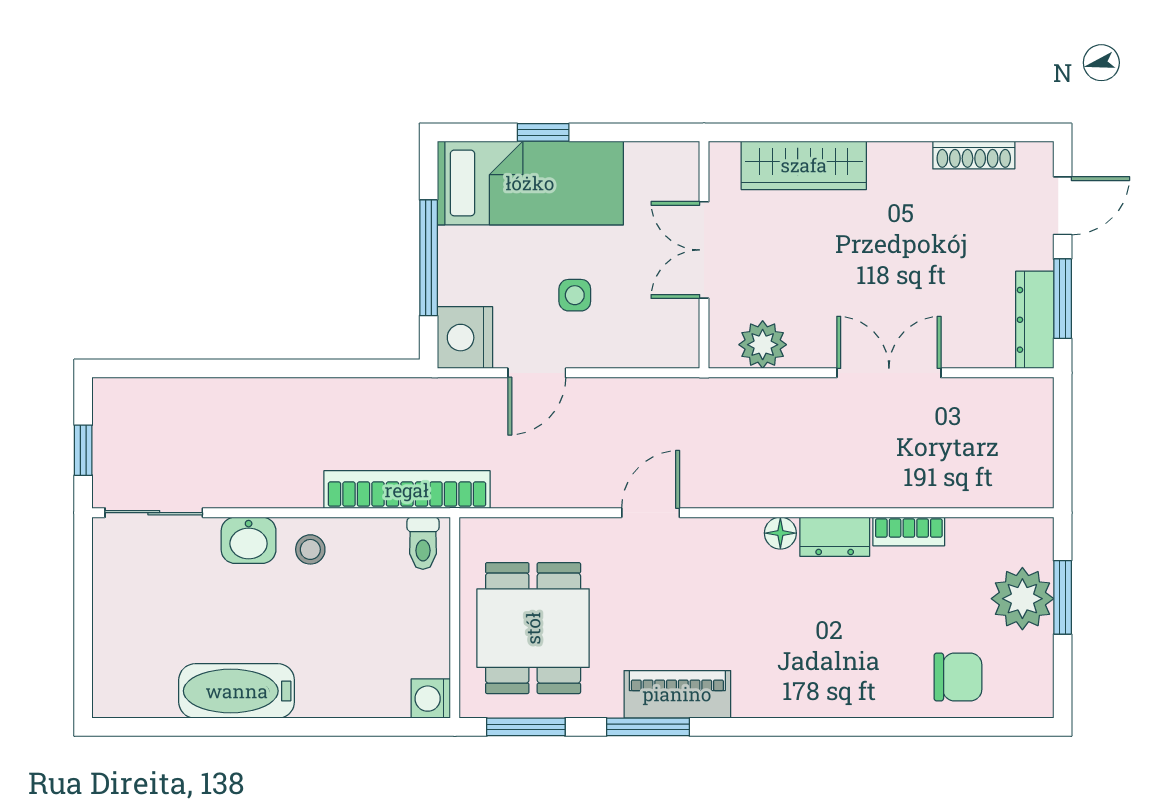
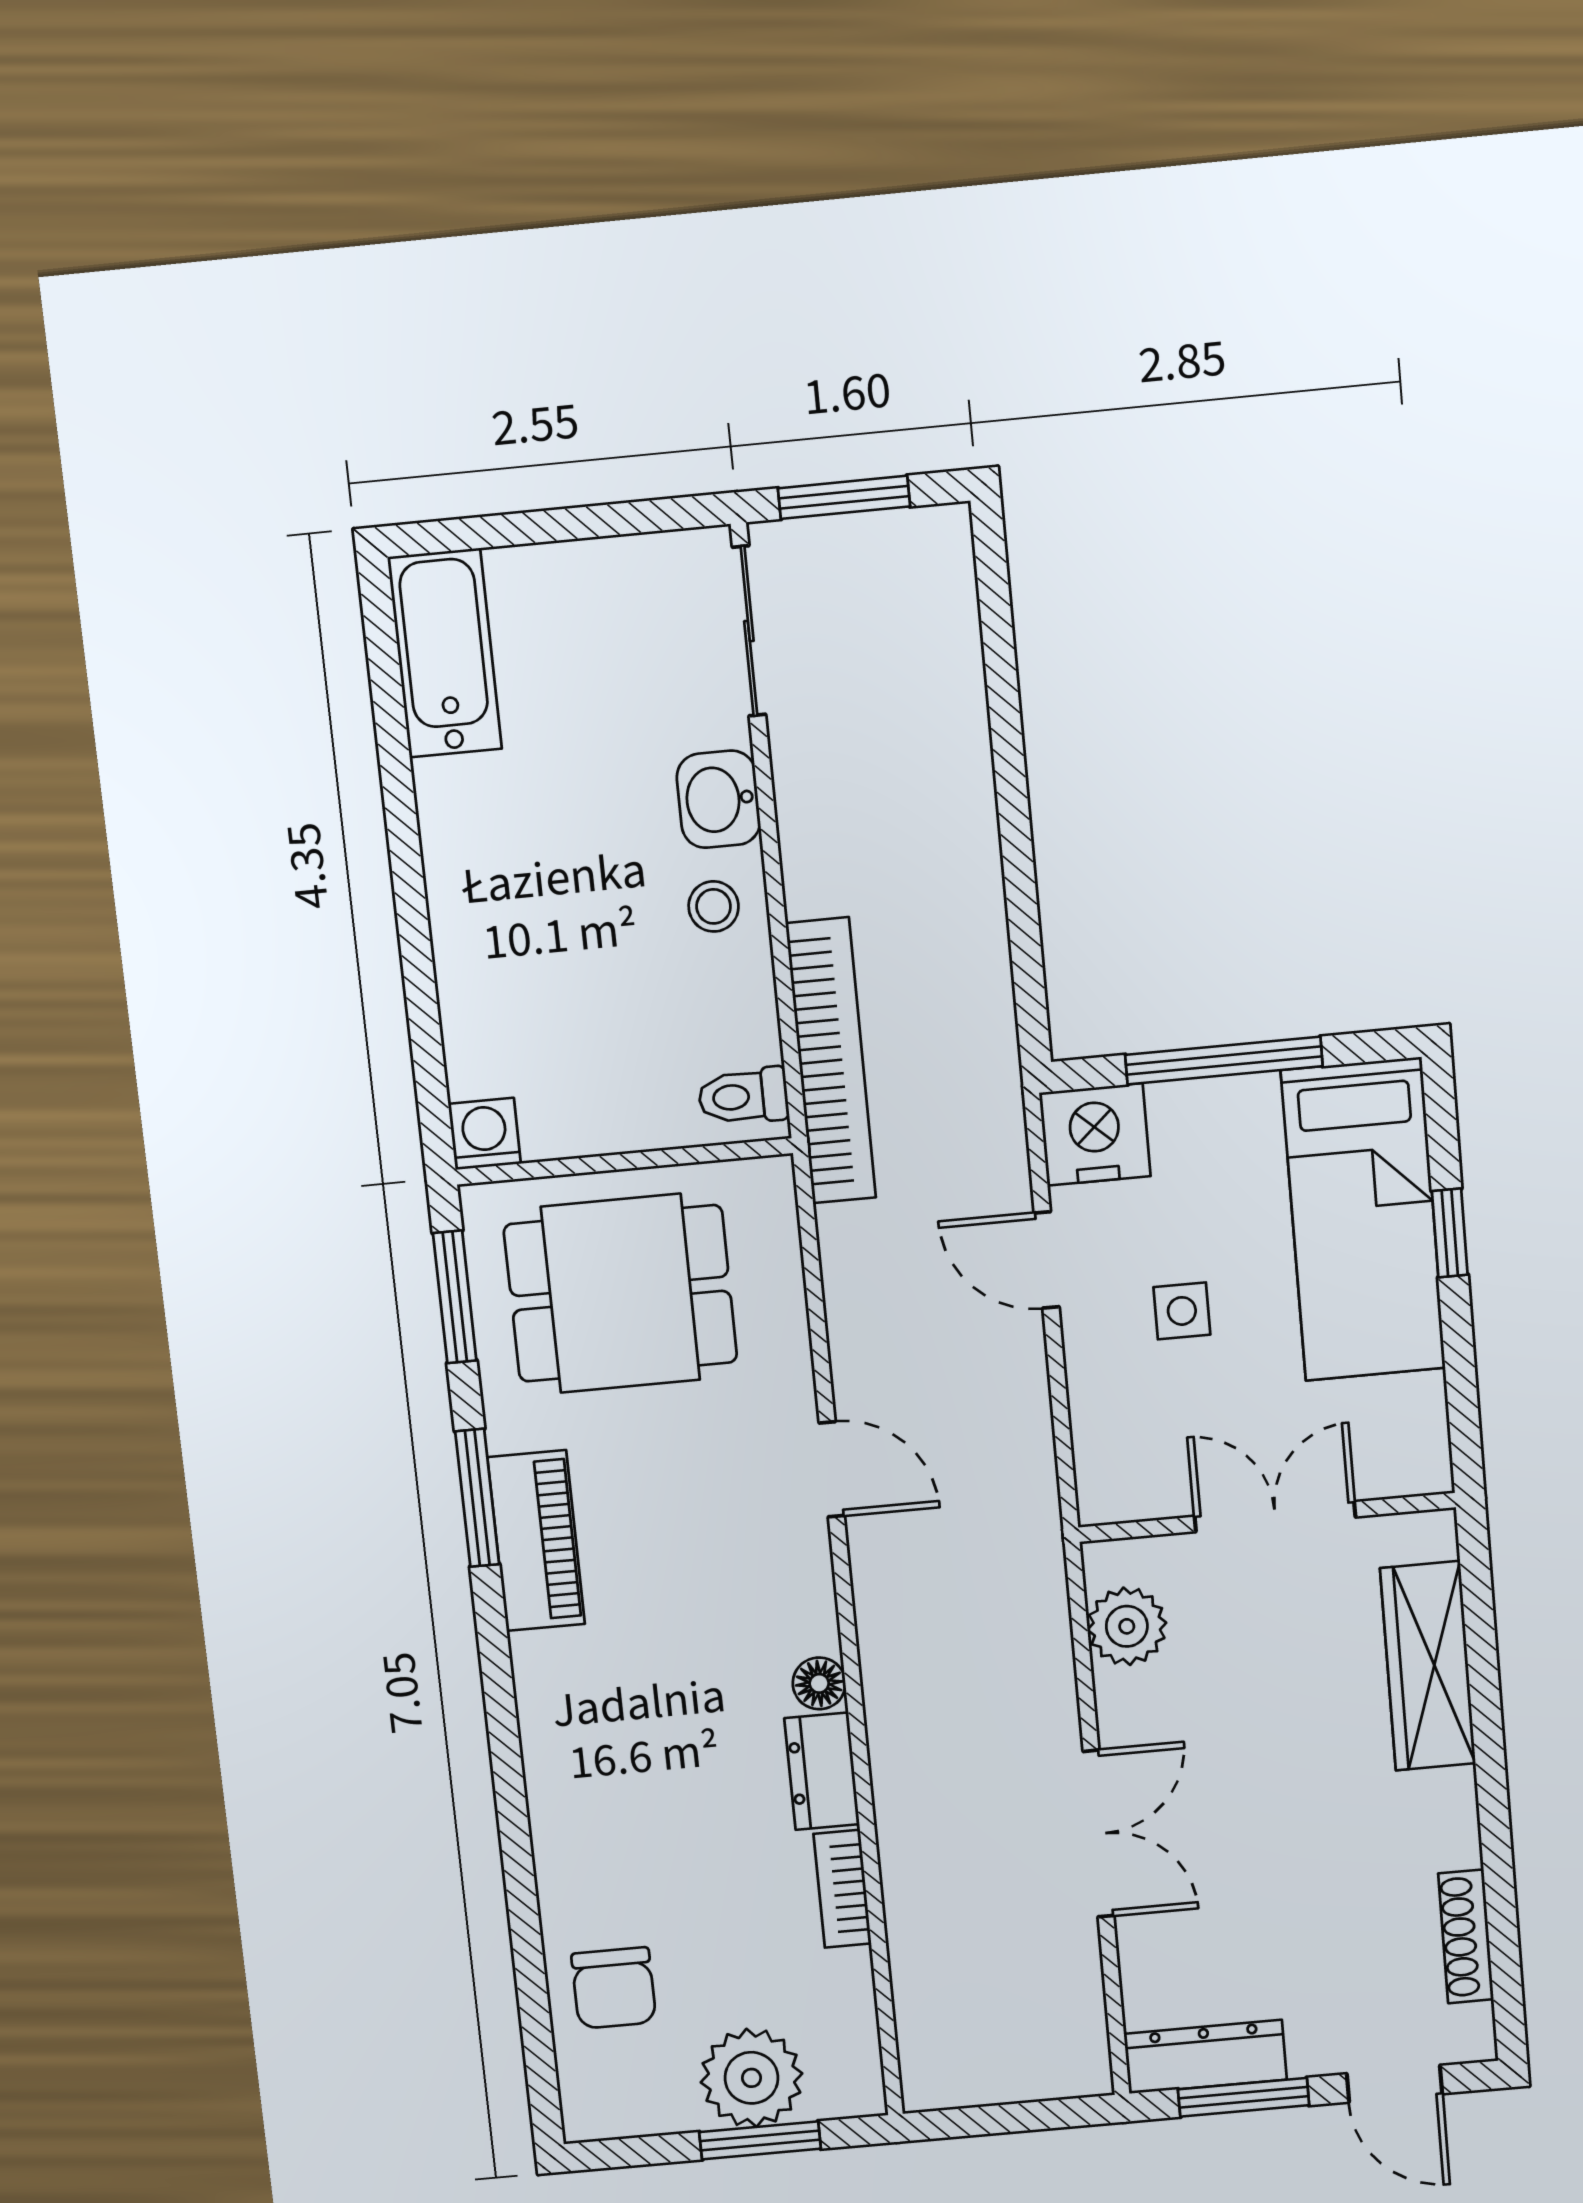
window: (83, 450) -> (844, 497), width x1.50
bathtub: (237, 691) -> (445, 653), moved

